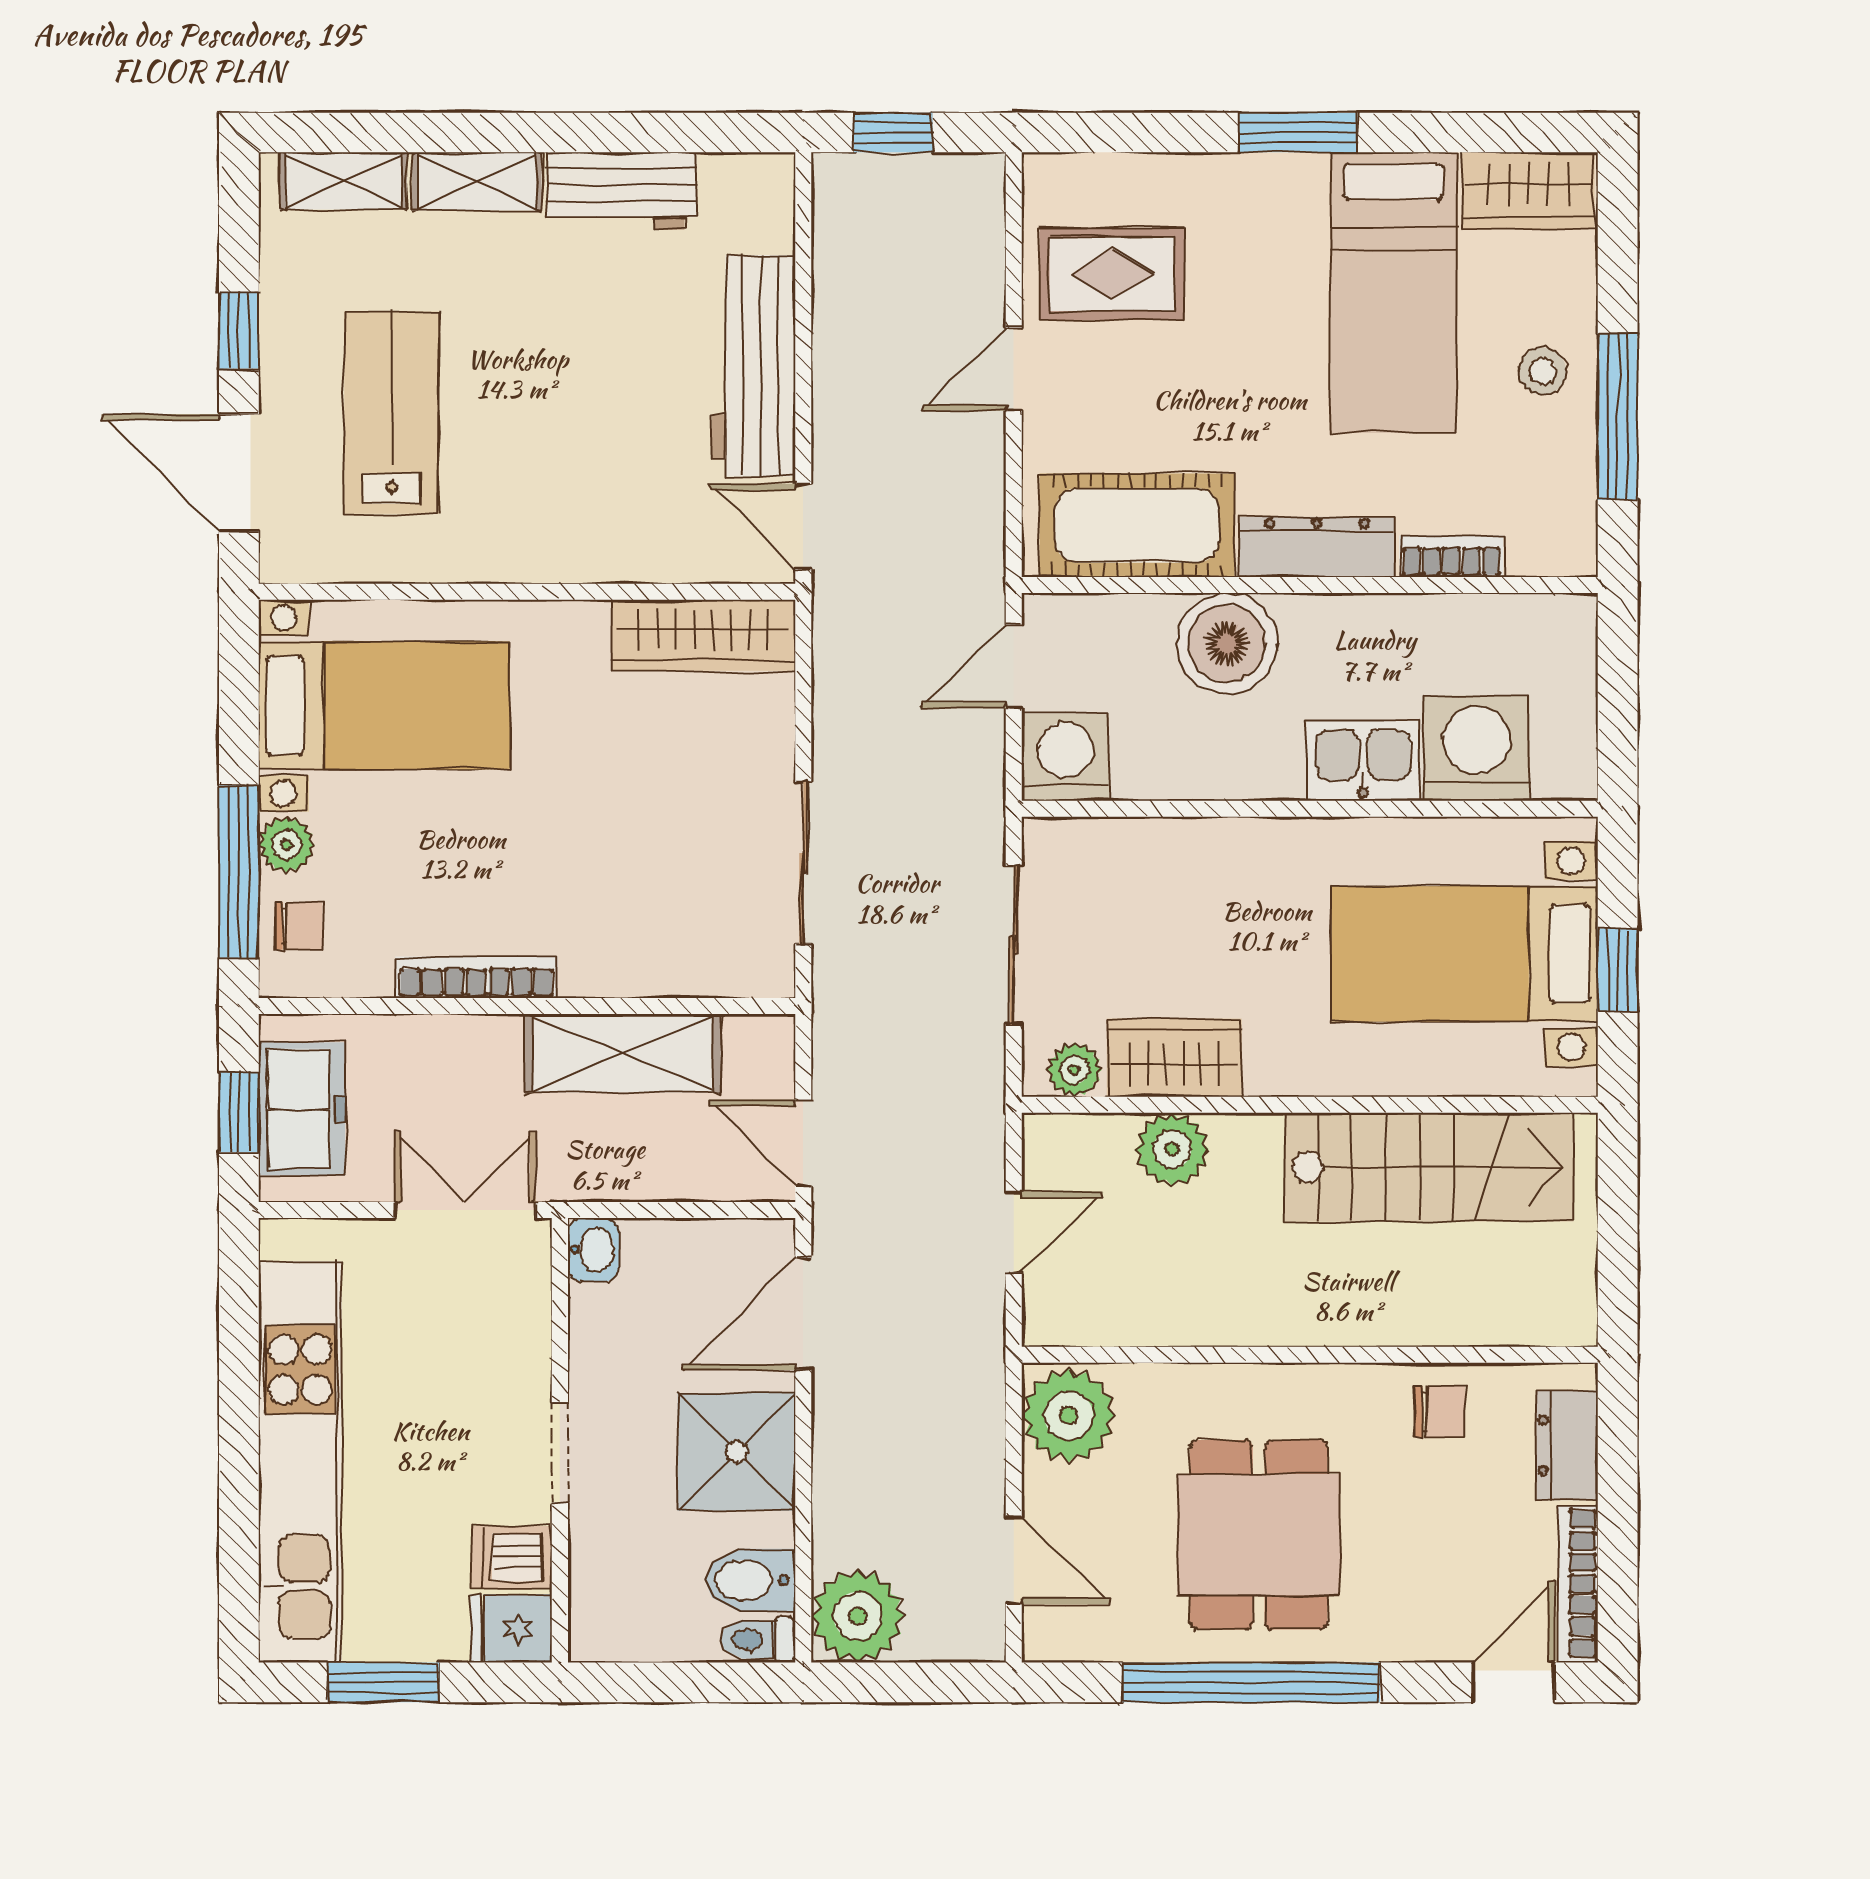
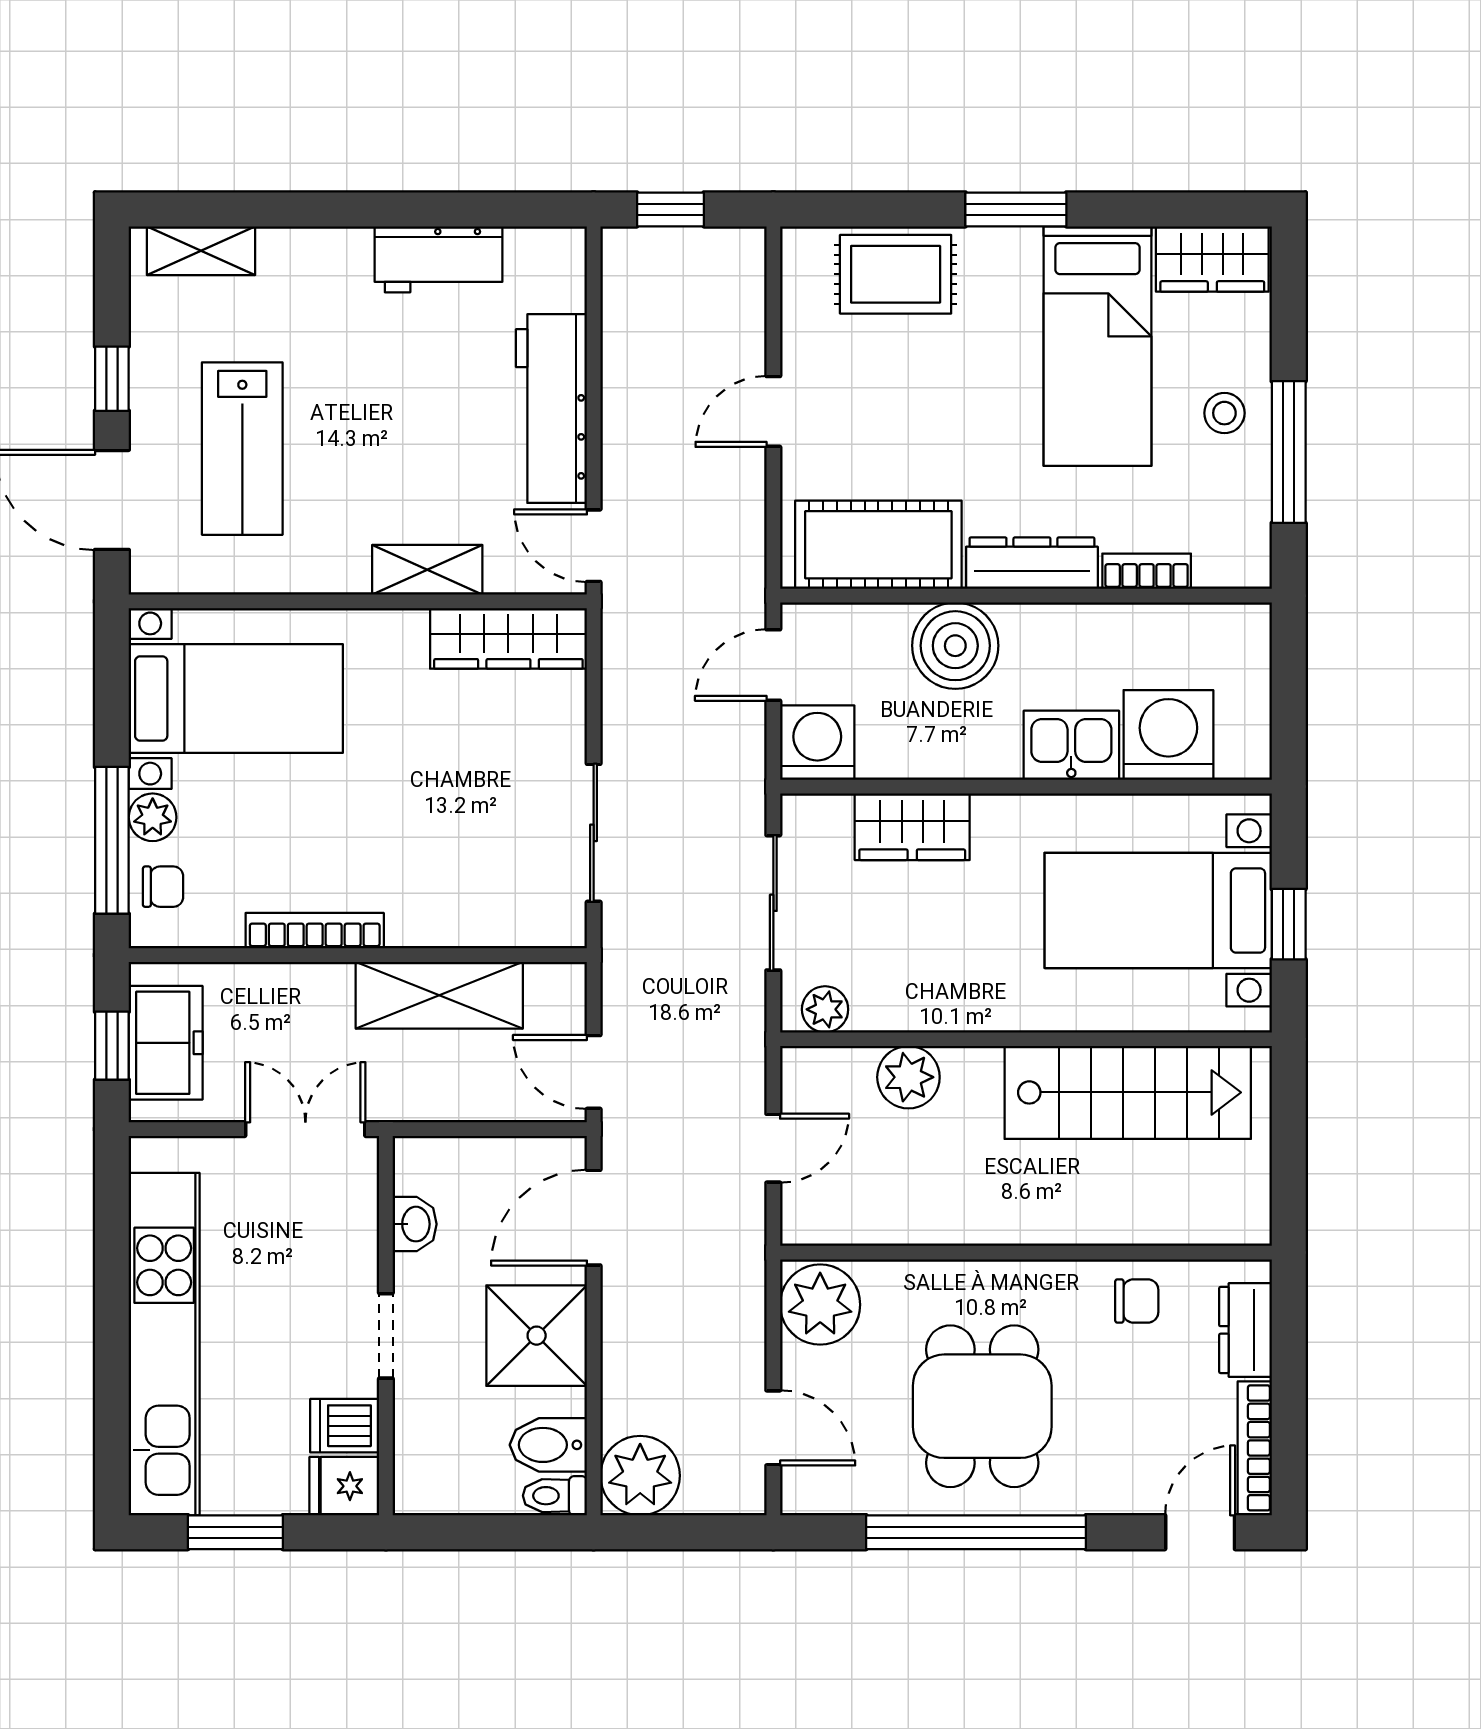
shelving: (477, 181) -> (427, 570), moved
rug: (1112, 274) -> (896, 274), moved
lab bench: (392, 413) -> (242, 449), turned 180
wardrobe: (1174, 1058) -> (912, 827), moved, turned 180
washbasin: (594, 1250) -> (415, 1224), moved

